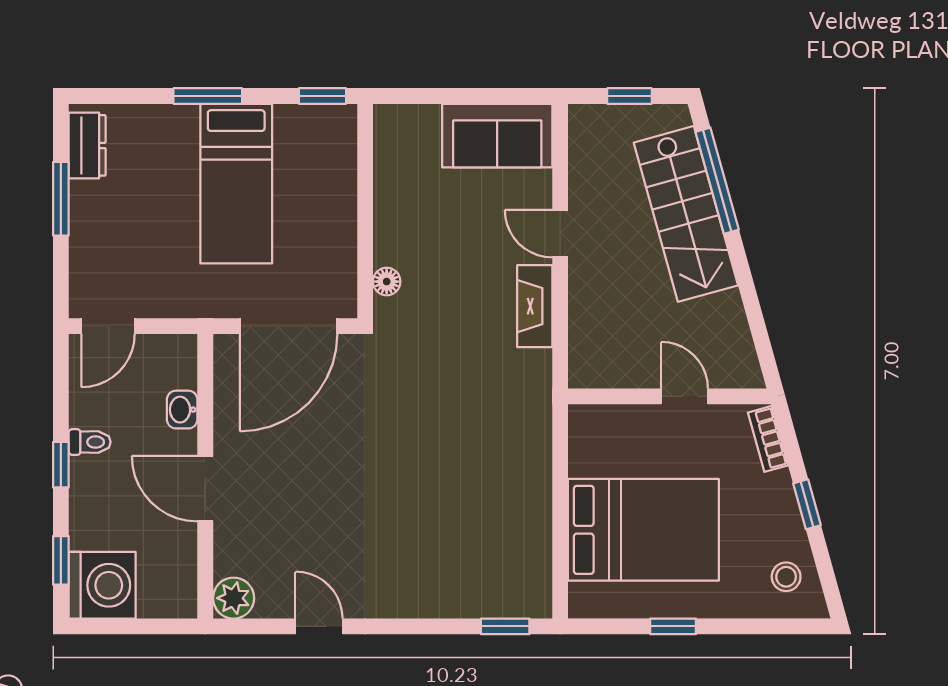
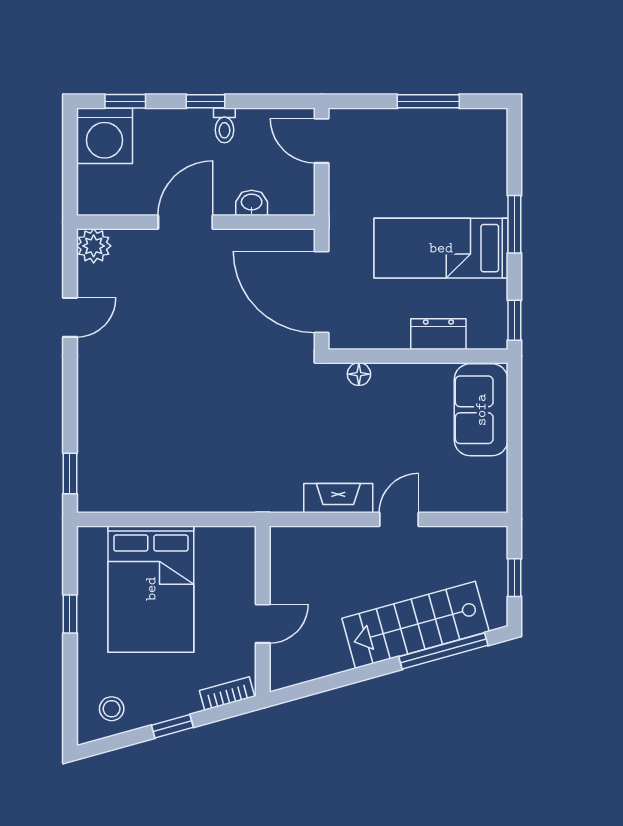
sofa: (497, 136) -> (481, 410), moved
dresser: (87, 145) -> (438, 334), moved, turned 180

